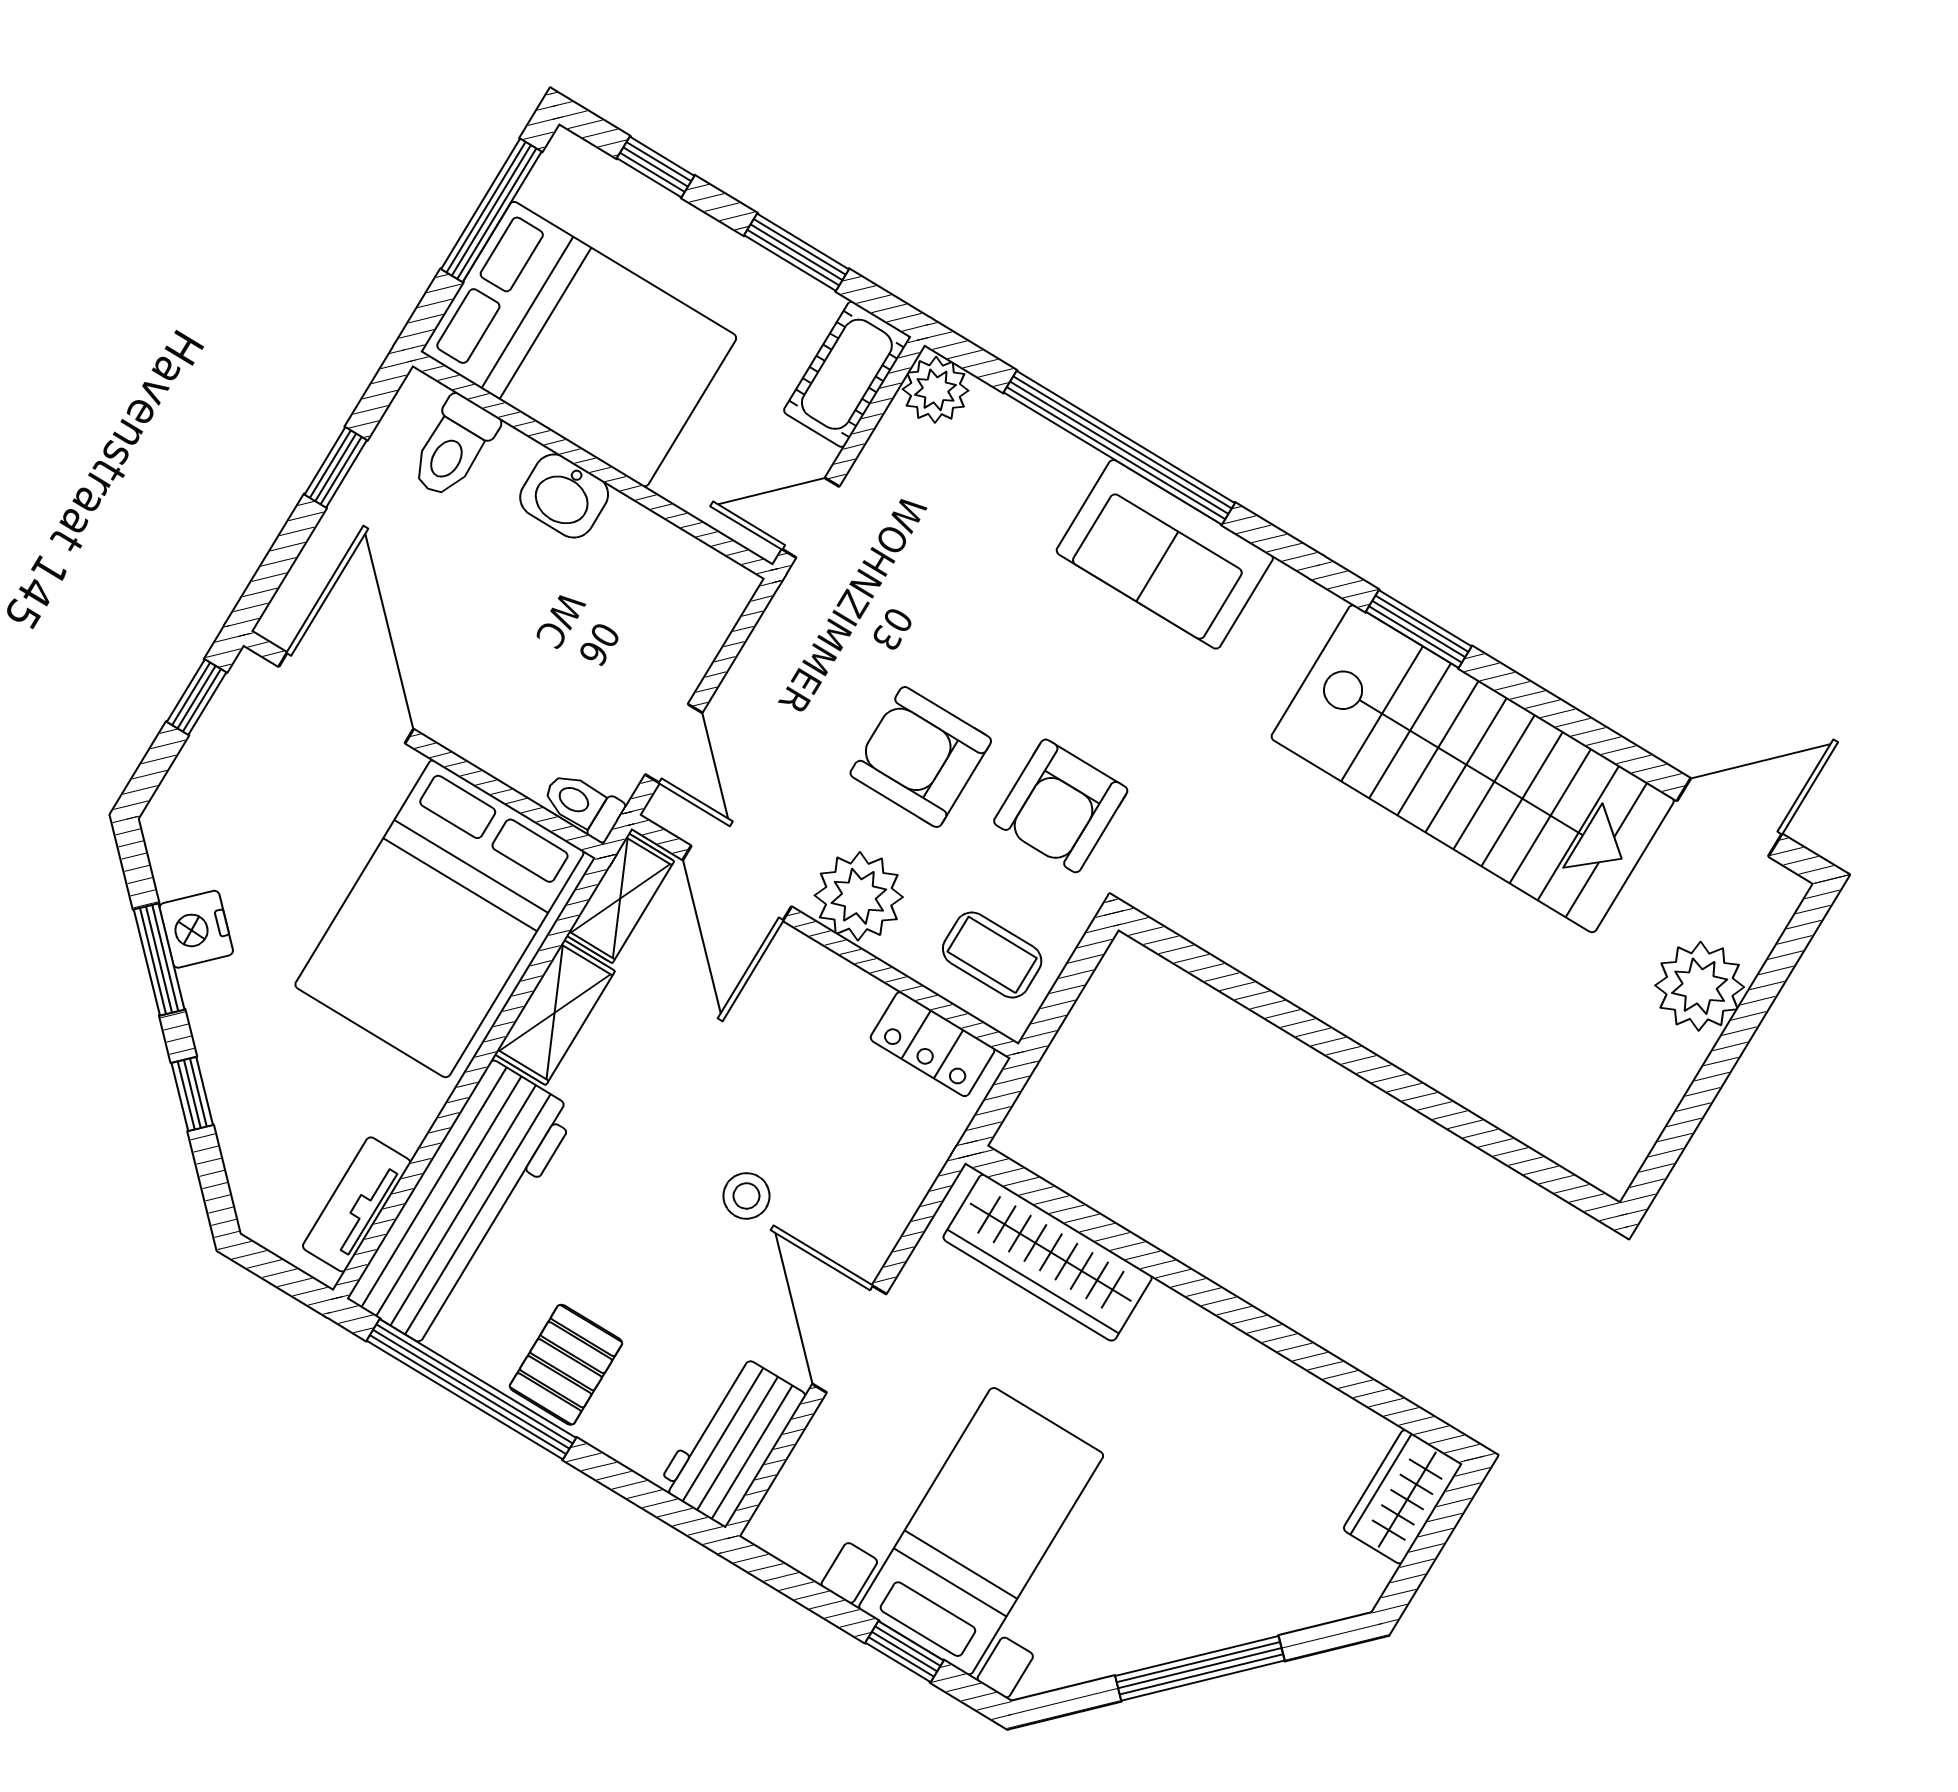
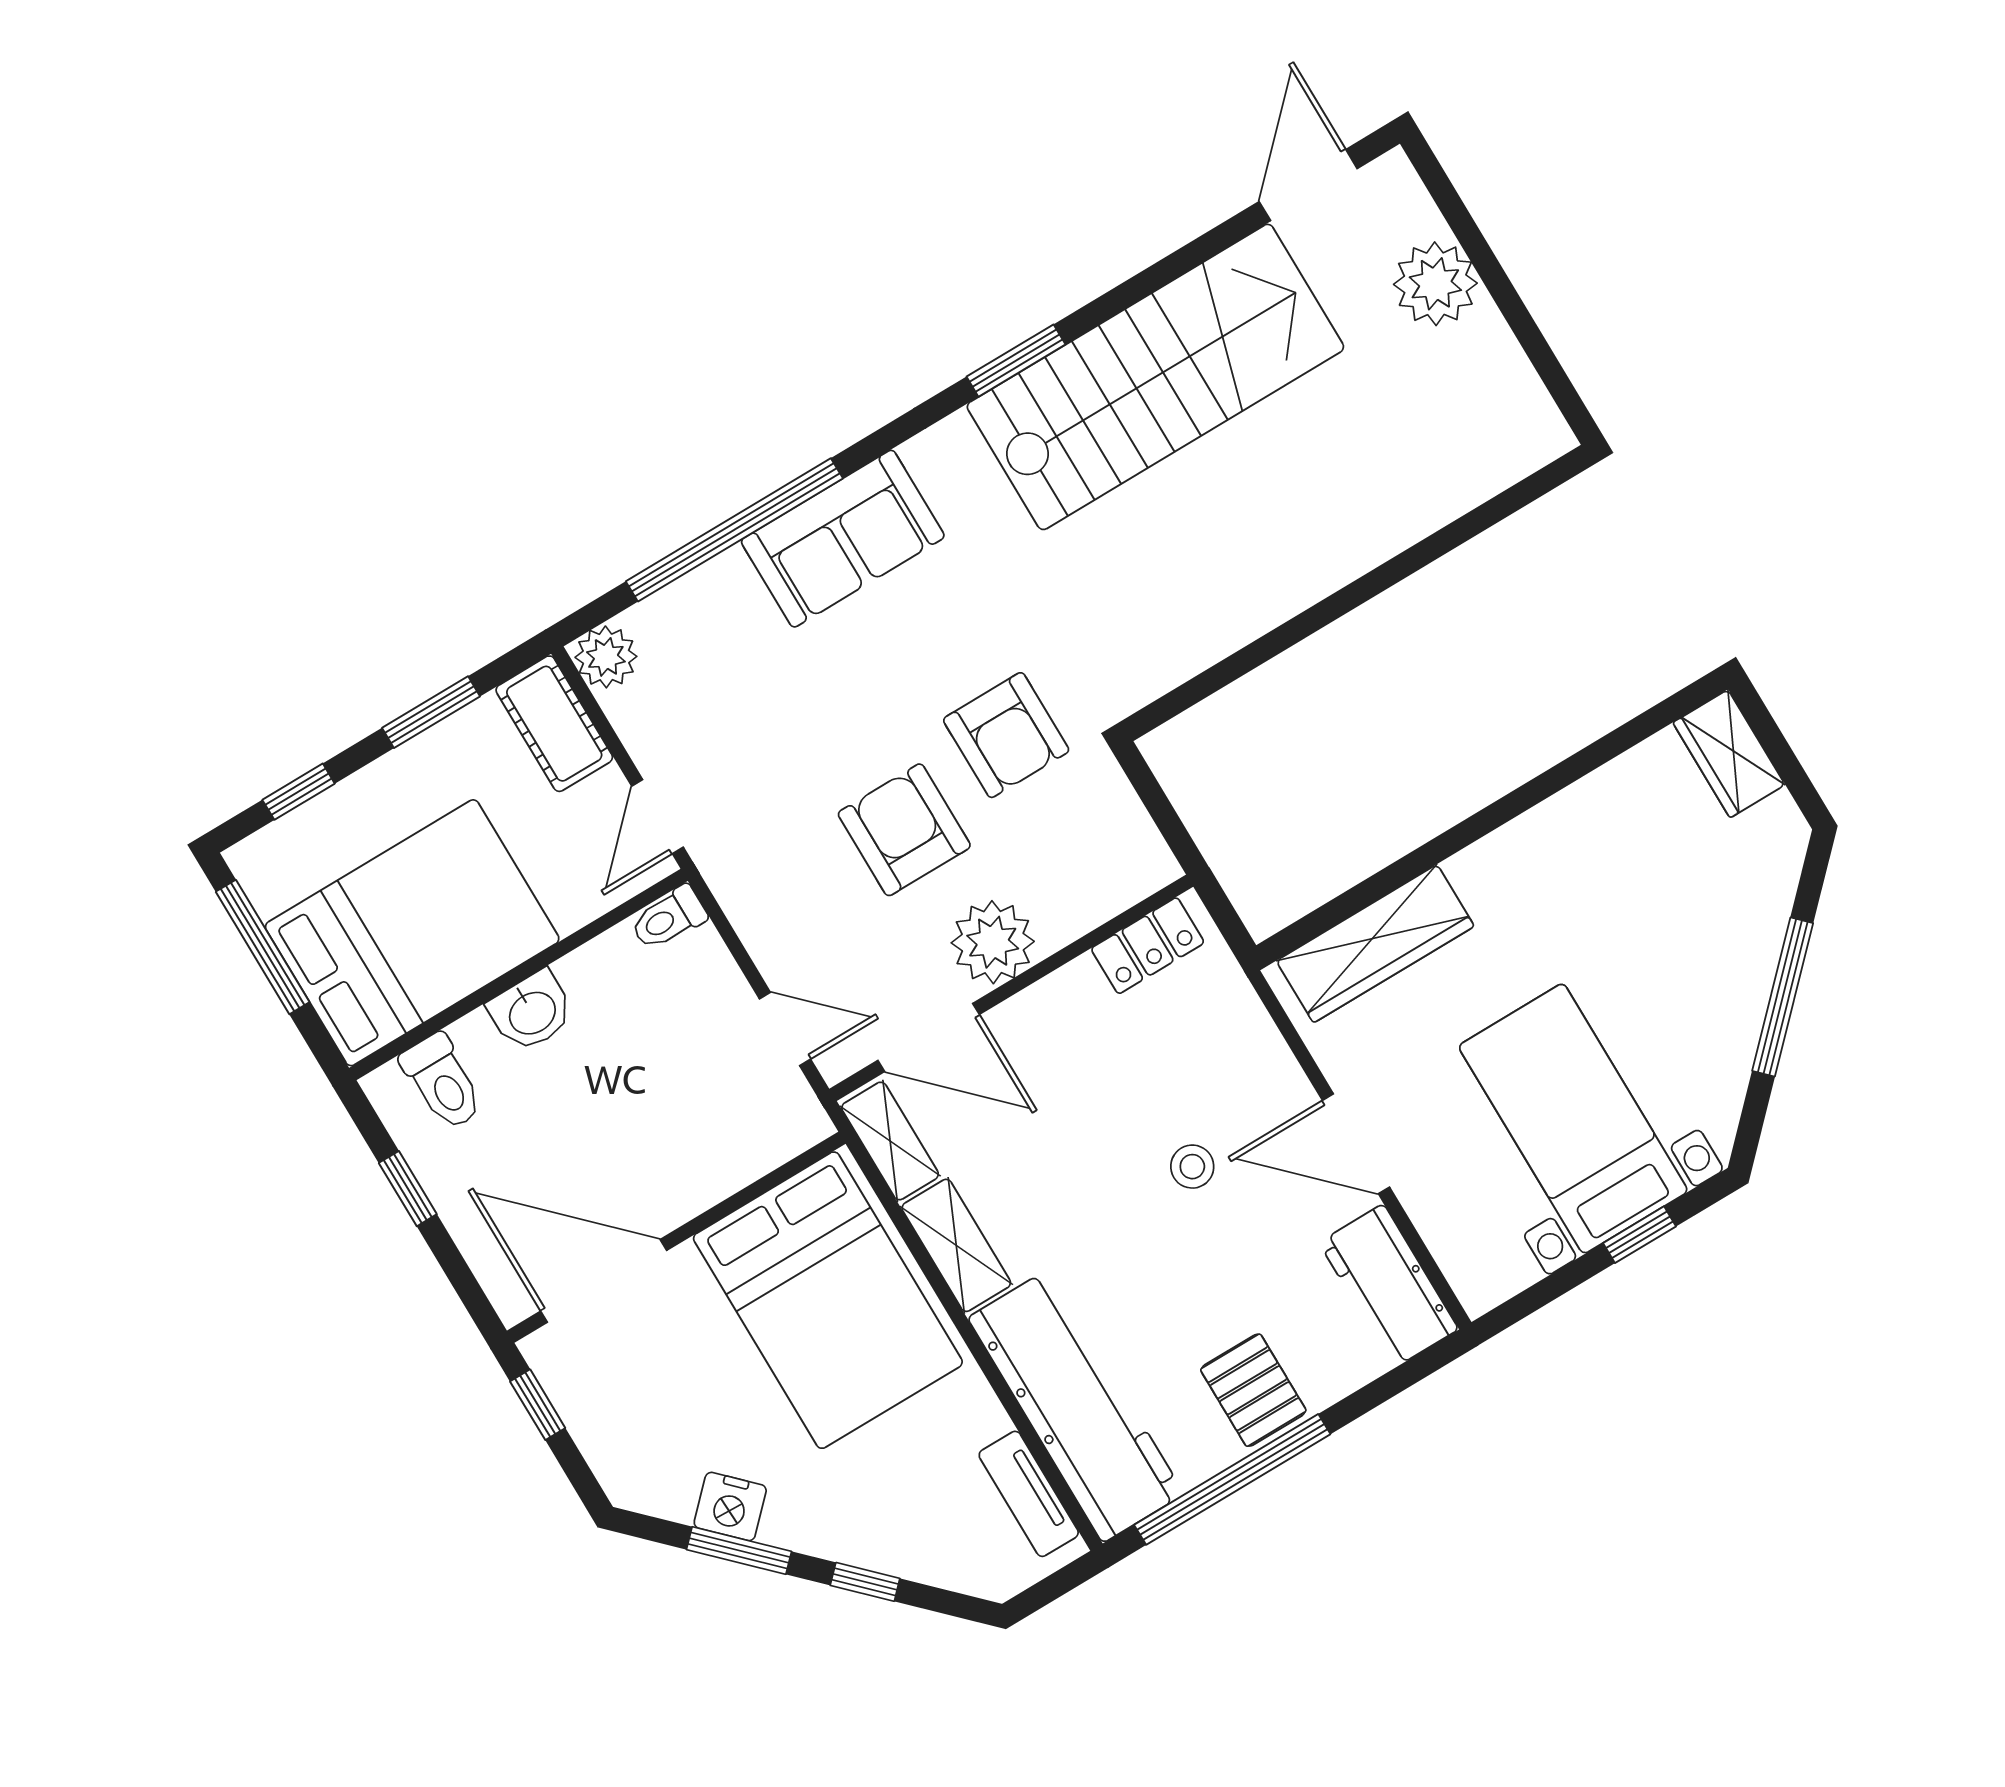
armchair: (921, 757) -> (904, 830), turned 90
toilet: (583, 805) -> (668, 918), moved
coffee table: (992, 955) -> (1100, 857), removed

